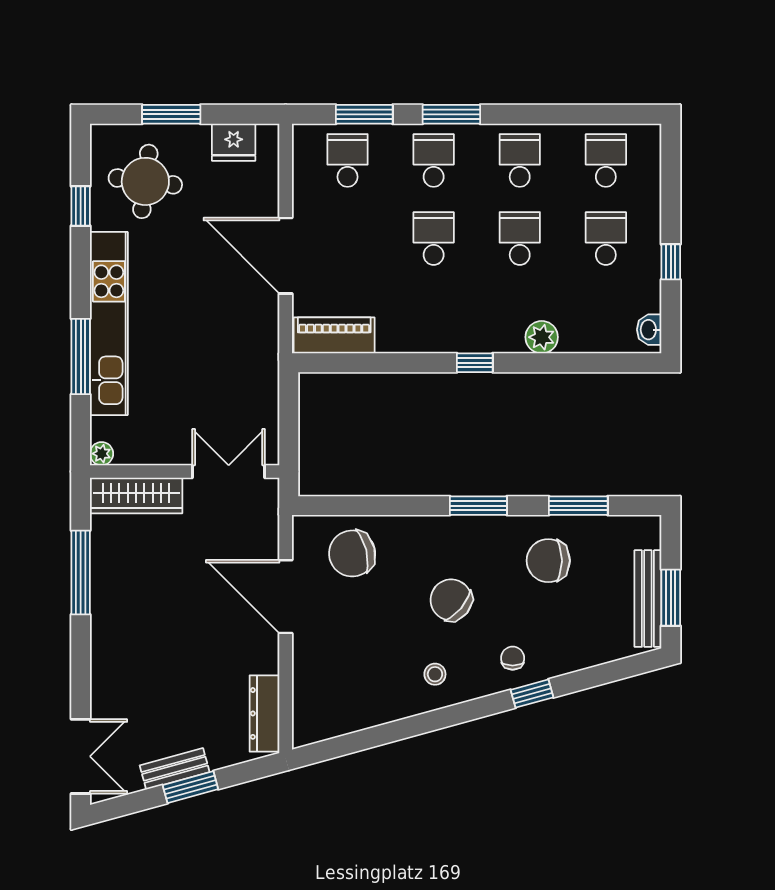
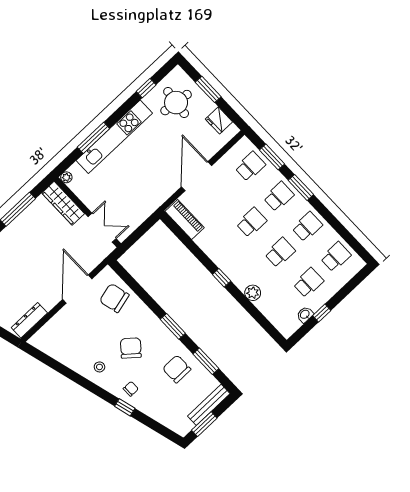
washbasin: (649, 330) -> (305, 315), moved
bench: (648, 599) -> (209, 405), moved

